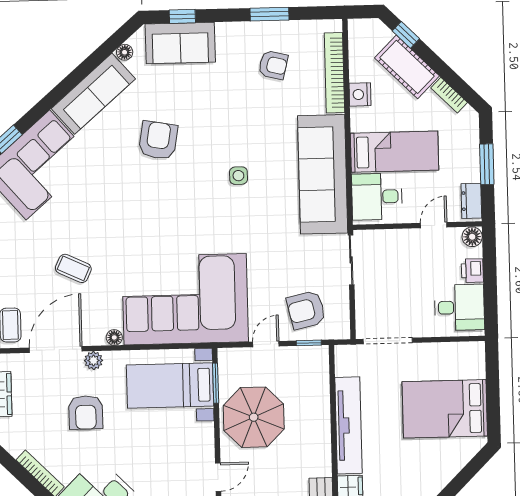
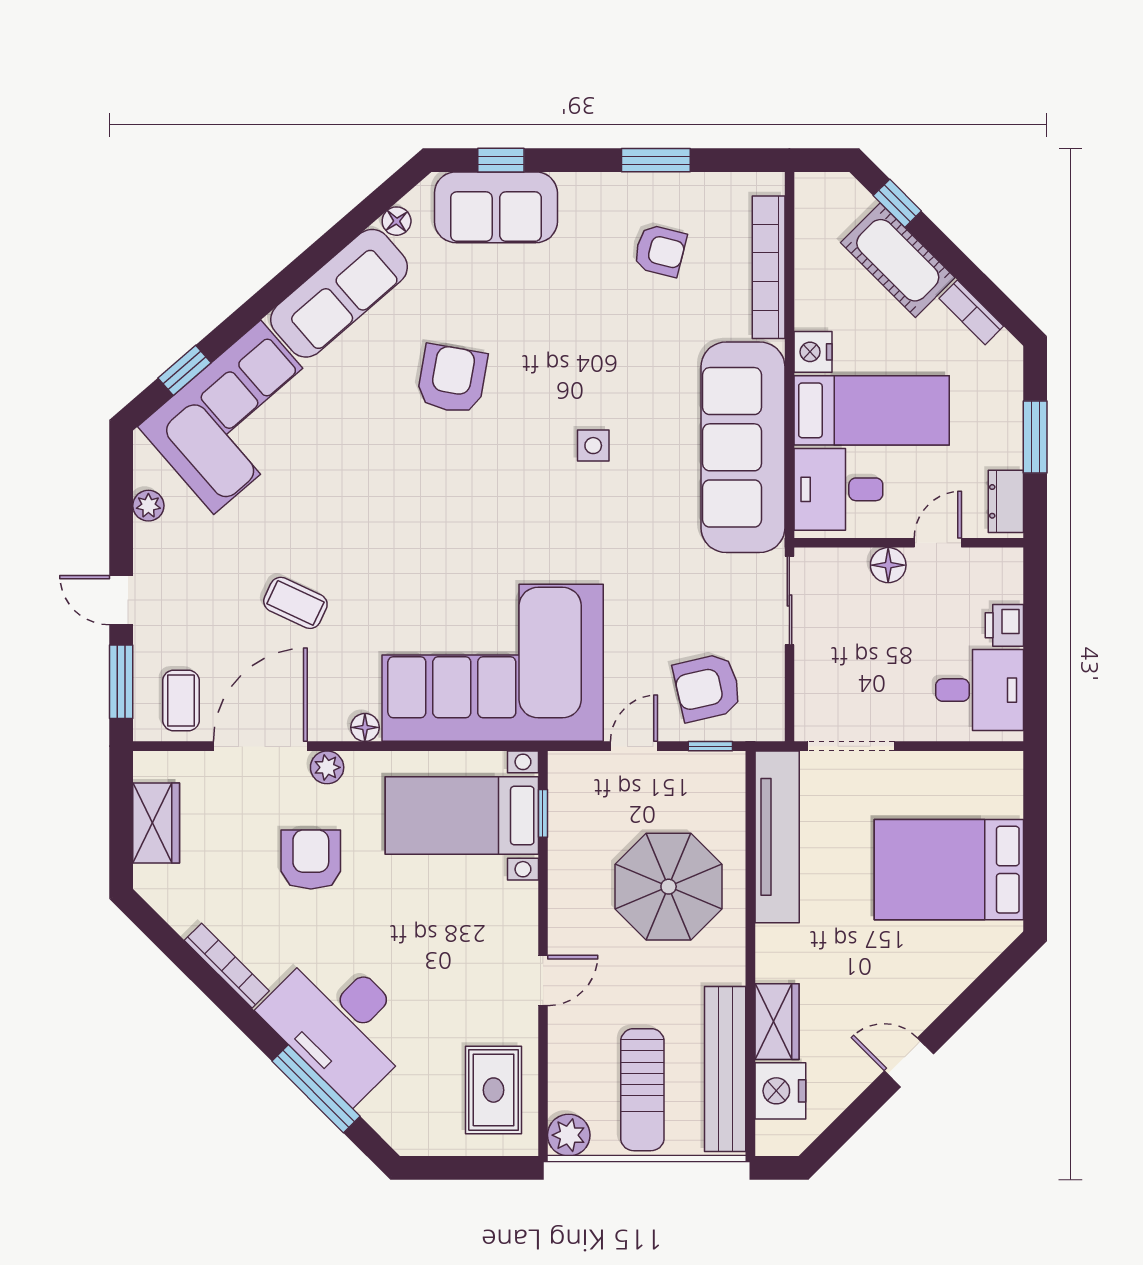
nightstand: (360, 94) -> (813, 352), moved
floor lamp: (472, 237) -> (888, 565), moved
window: (216, 383) -> (543, 813), width x0.67
armchair: (86, 412) -> (311, 859), turned 180
parasol: (254, 417) -> (669, 887), moved
tv unit: (348, 425) -> (777, 837), moved

